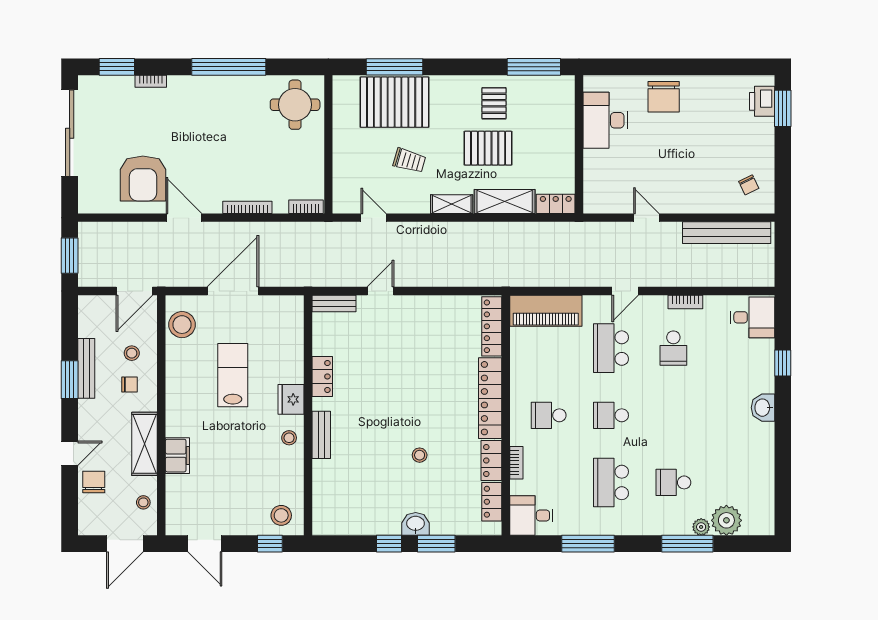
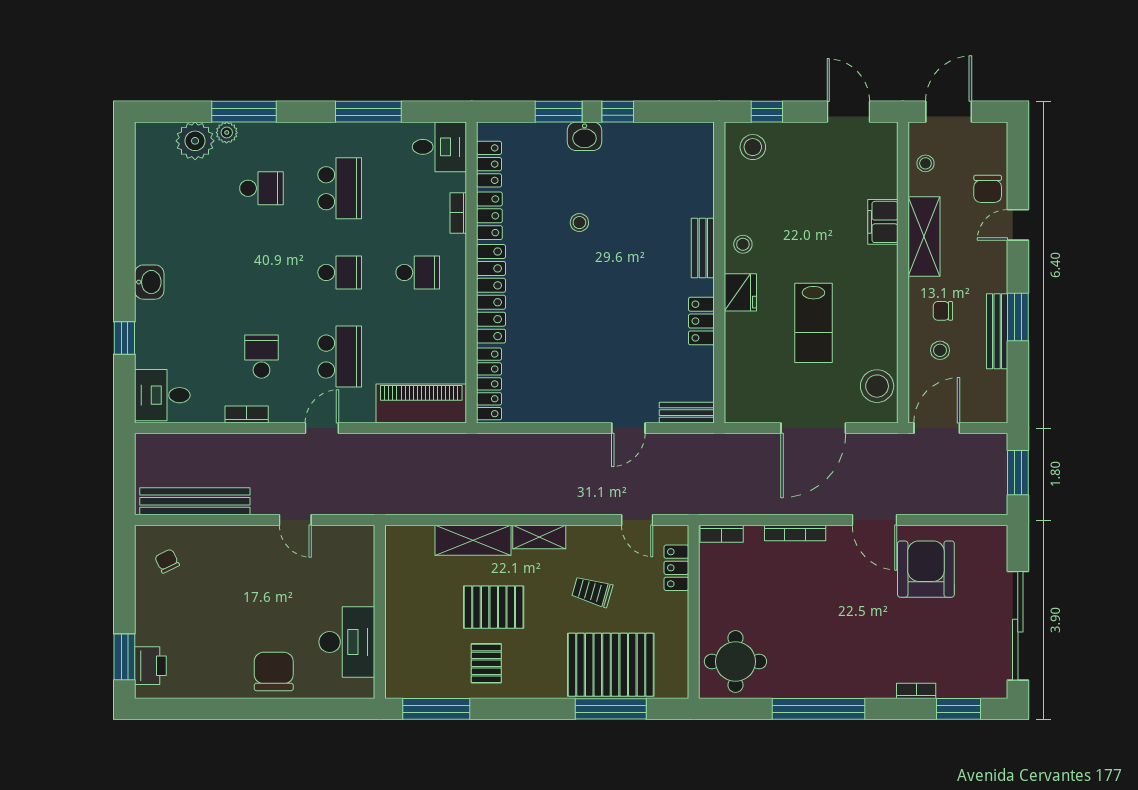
locker: (556, 204) -> (676, 568), moved, turned 90

